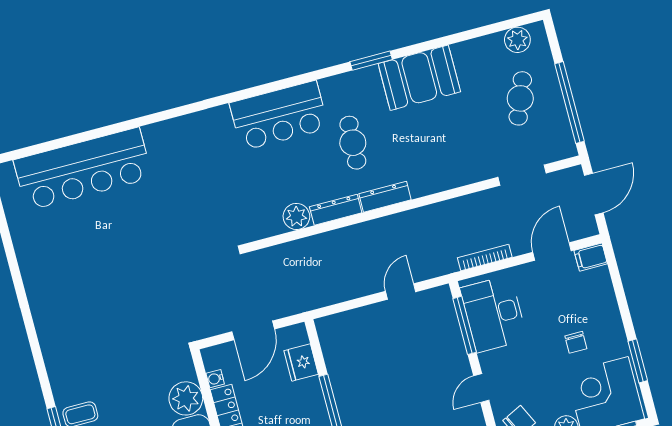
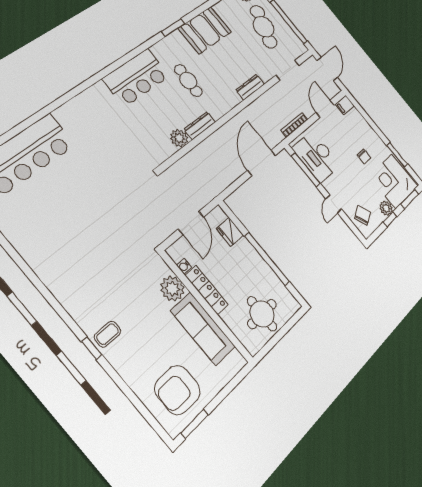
cafe table: (520, 98) -> (264, 27), width x1.37, depth x1.35
dresser: (385, 197) -> (250, 87), moved
door: (401, 291) -> (262, 163), width x1.88

